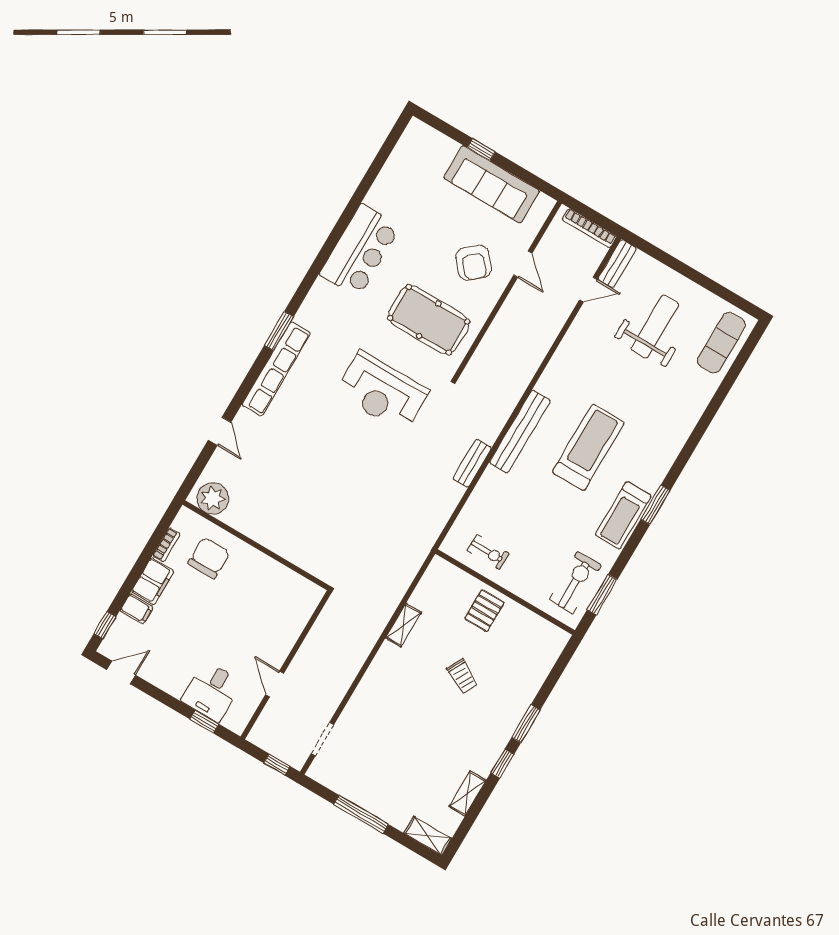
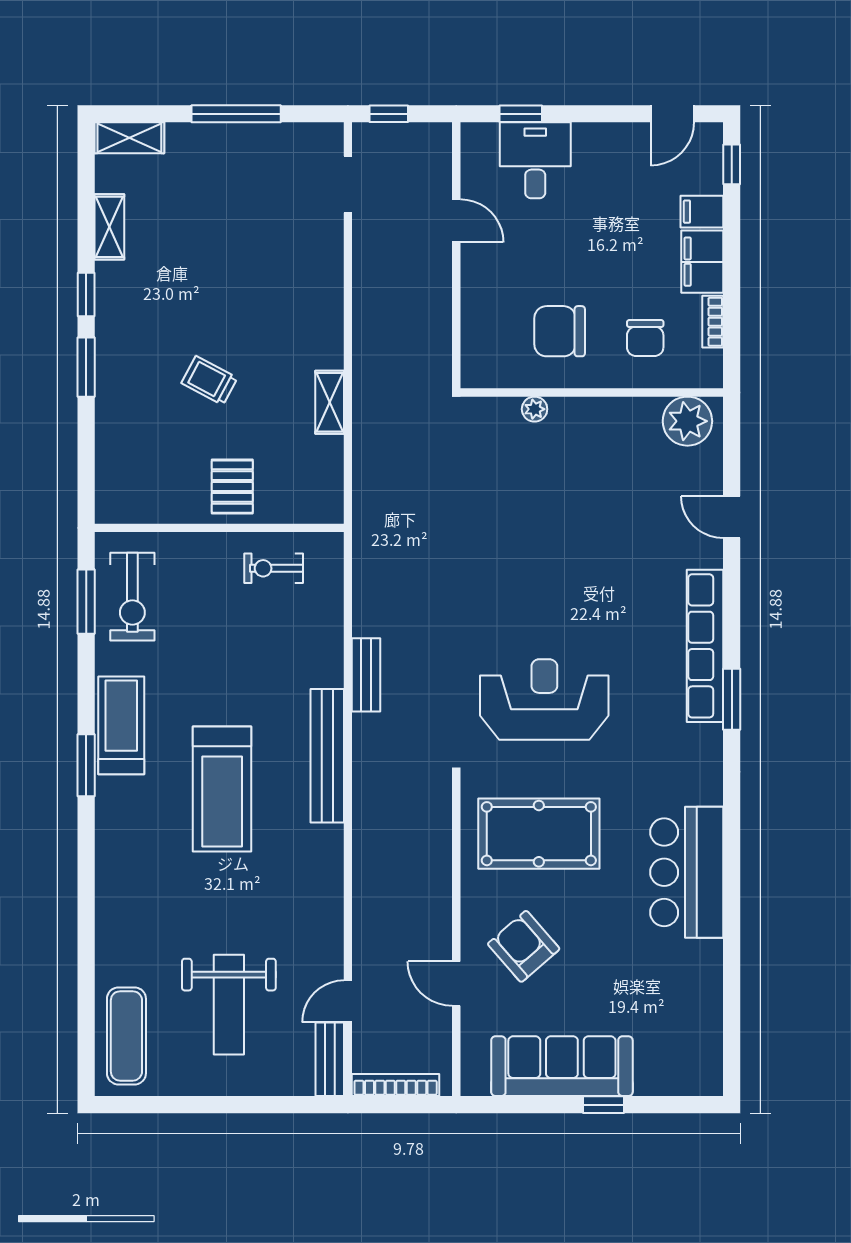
plant: (293, 555) -> (535, 409), added
chair: (209, 558) -> (645, 338), width x0.73, depth x0.73
chair: (254, 589) -> (560, 331), added

